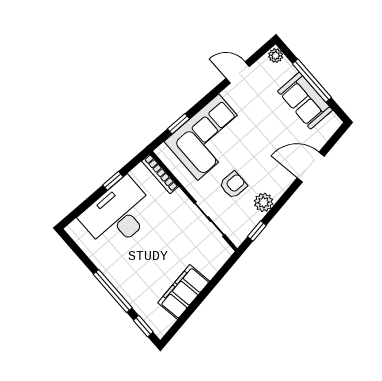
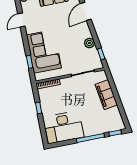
armchair: (233, 185) -> (73, 53), removed
desk: (118, 214) -> (64, 127), moved, turned -90
filing cabinet: (184, 292) -> (106, 95), moved

